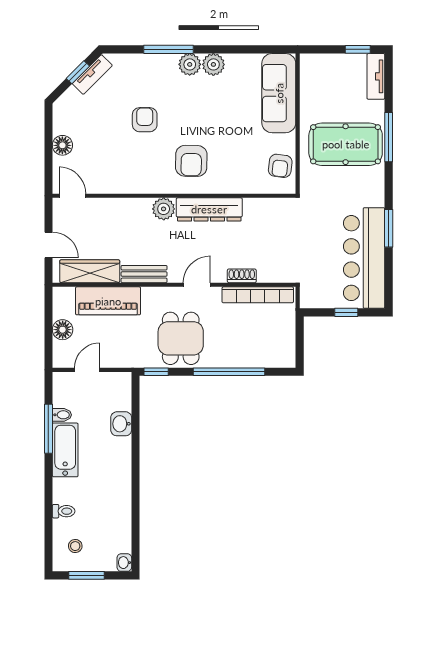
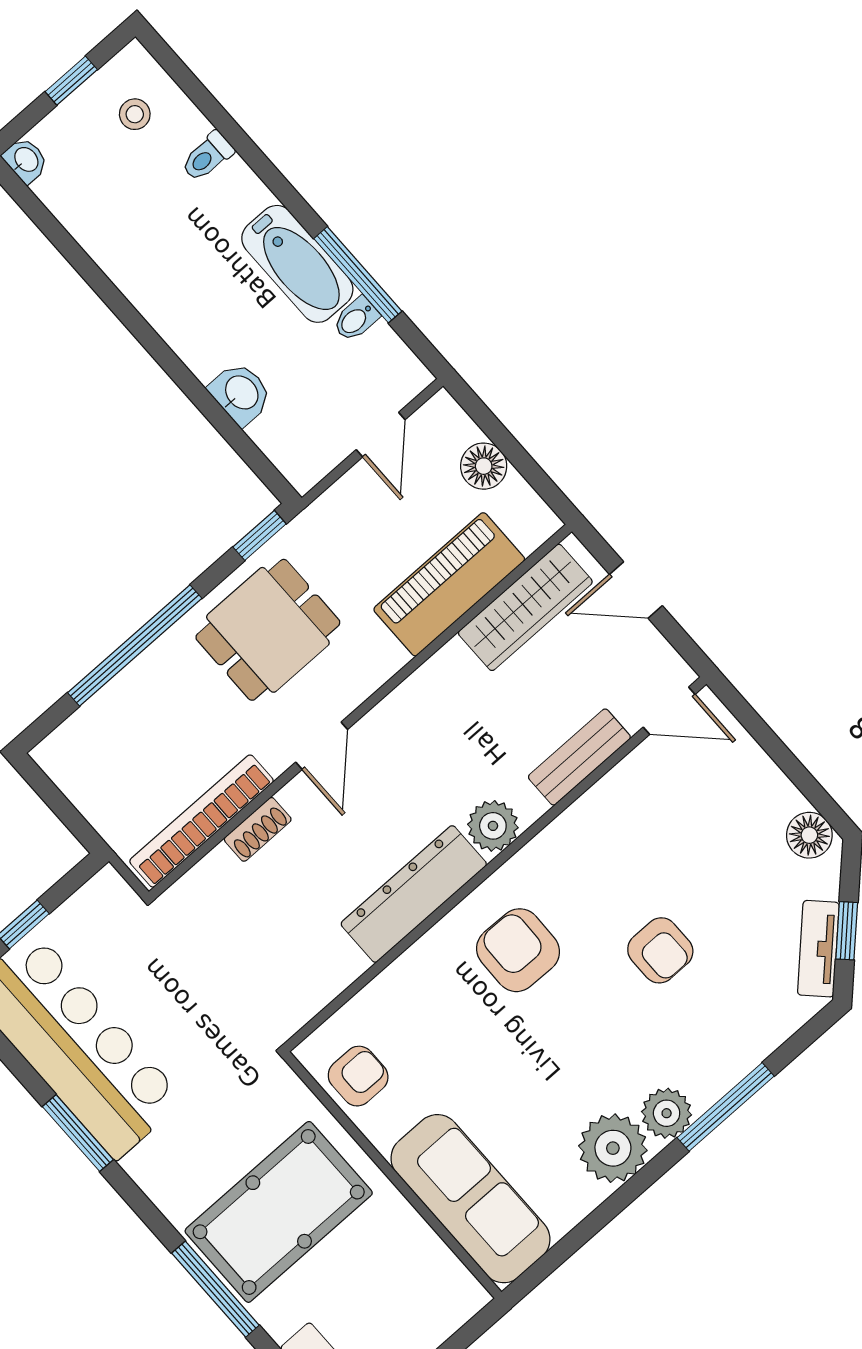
plant: (213, 64) -> (613, 1148), width x1.36, depth x1.36
floor lamp: (62, 145) -> (809, 835), moved
armchair: (280, 166) -> (358, 1076), turned 83
bench: (144, 274) -> (579, 757), moved
dining table: (181, 338) -> (268, 630), turned 90
window: (86, 575) -> (71, 81), width x0.67

